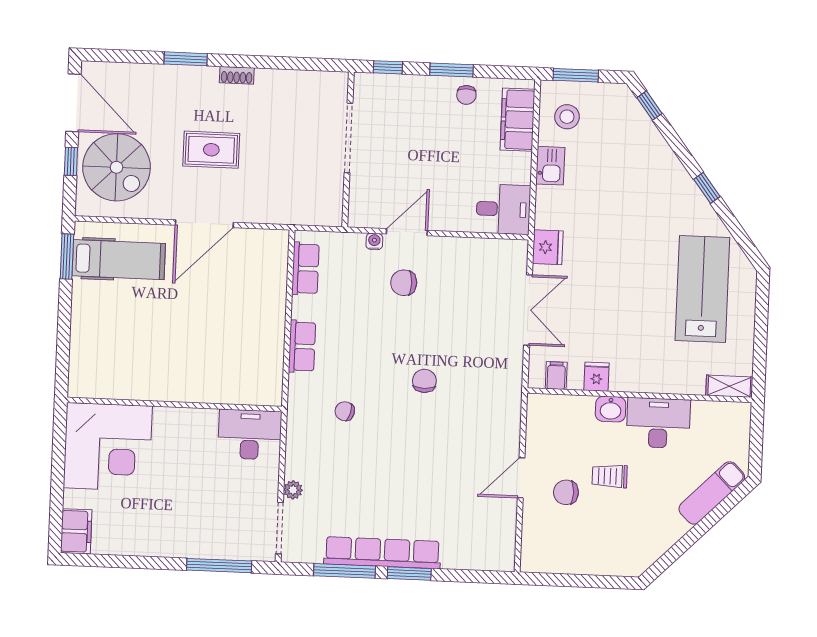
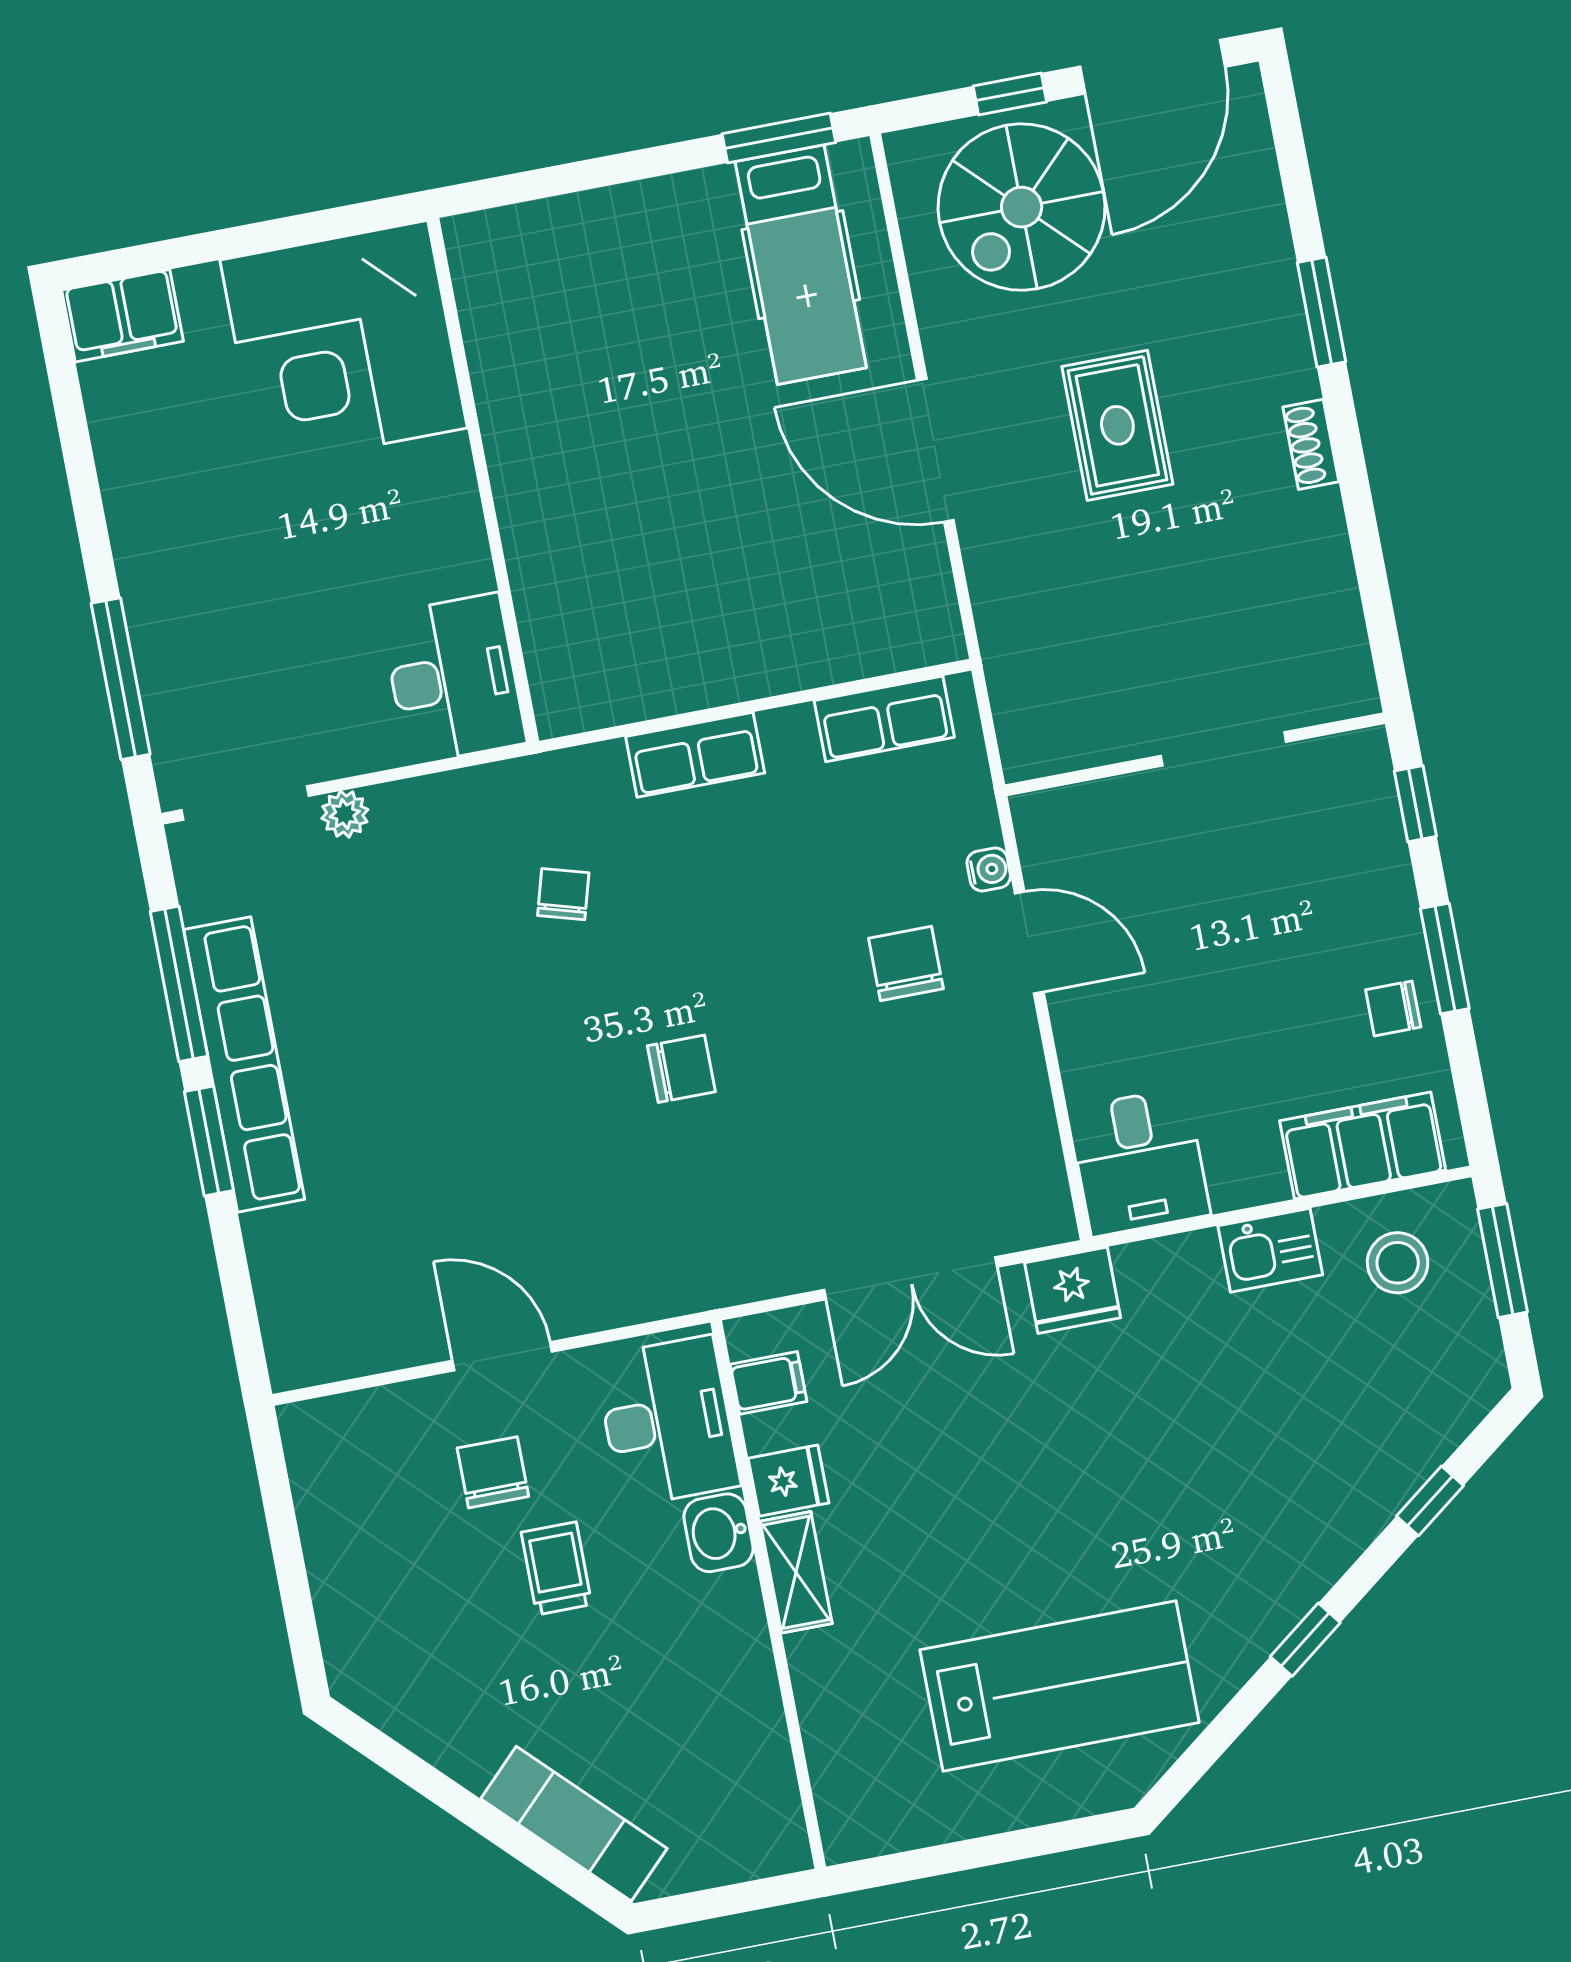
window: (650, 106) -> (1430, 1501), moved
doorway: (349, 138) -> (1223, 749), width x0.73
shelving: (729, 386) -> (796, 1572), moved
desk: (658, 423) -> (667, 1421), moved

